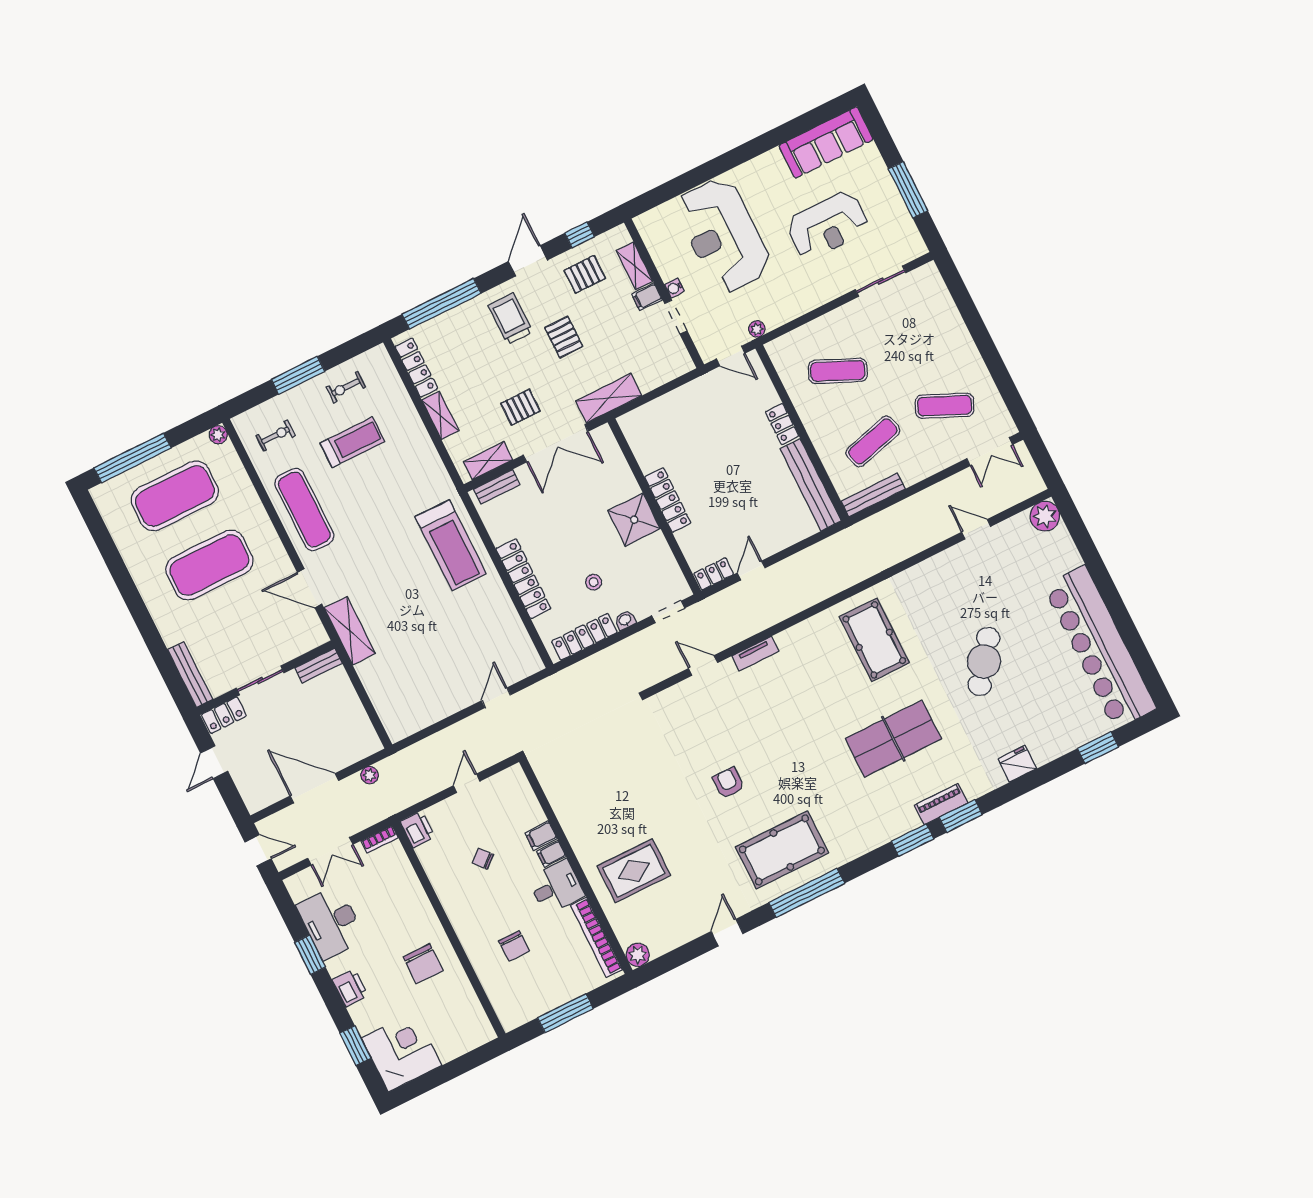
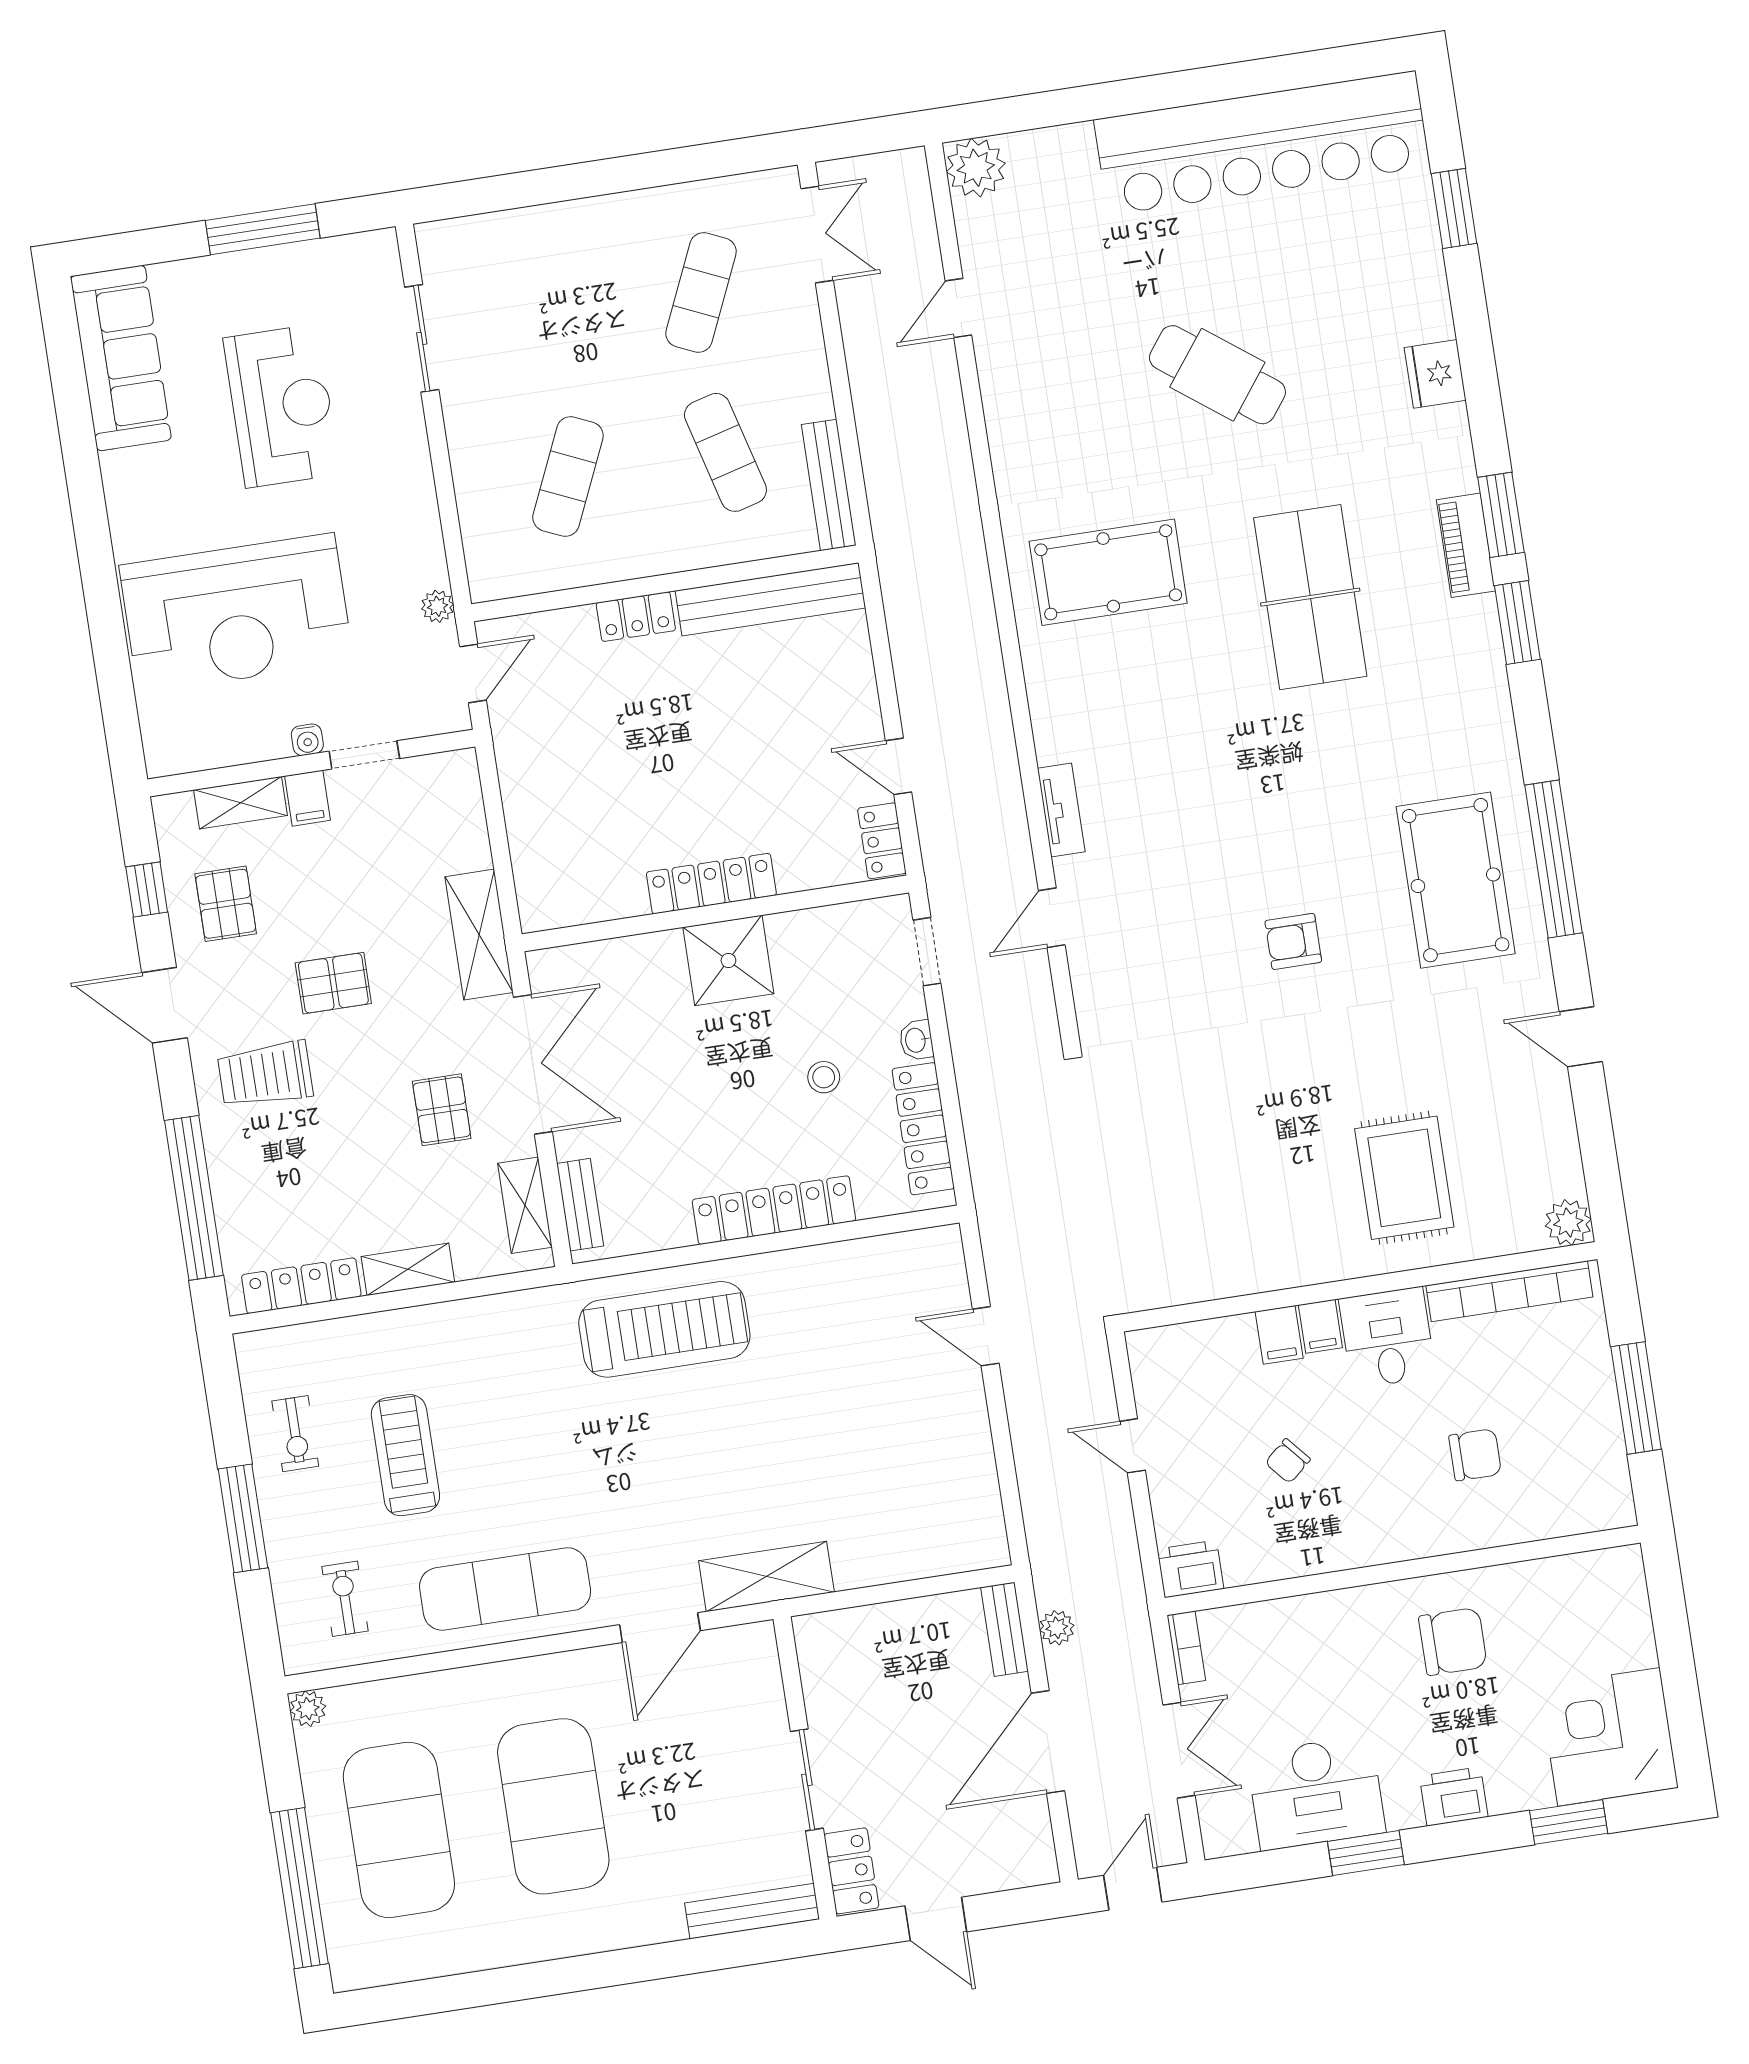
bench: (318, 666) -> (1005, 1629), moved

